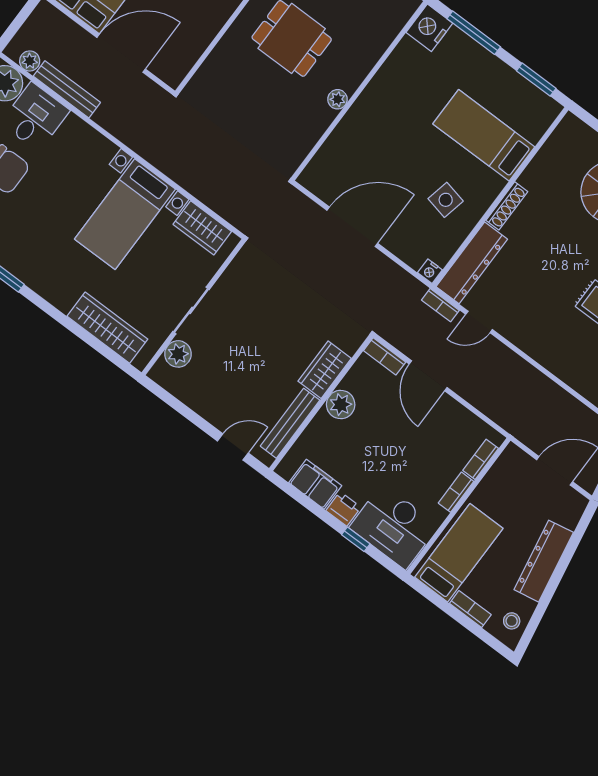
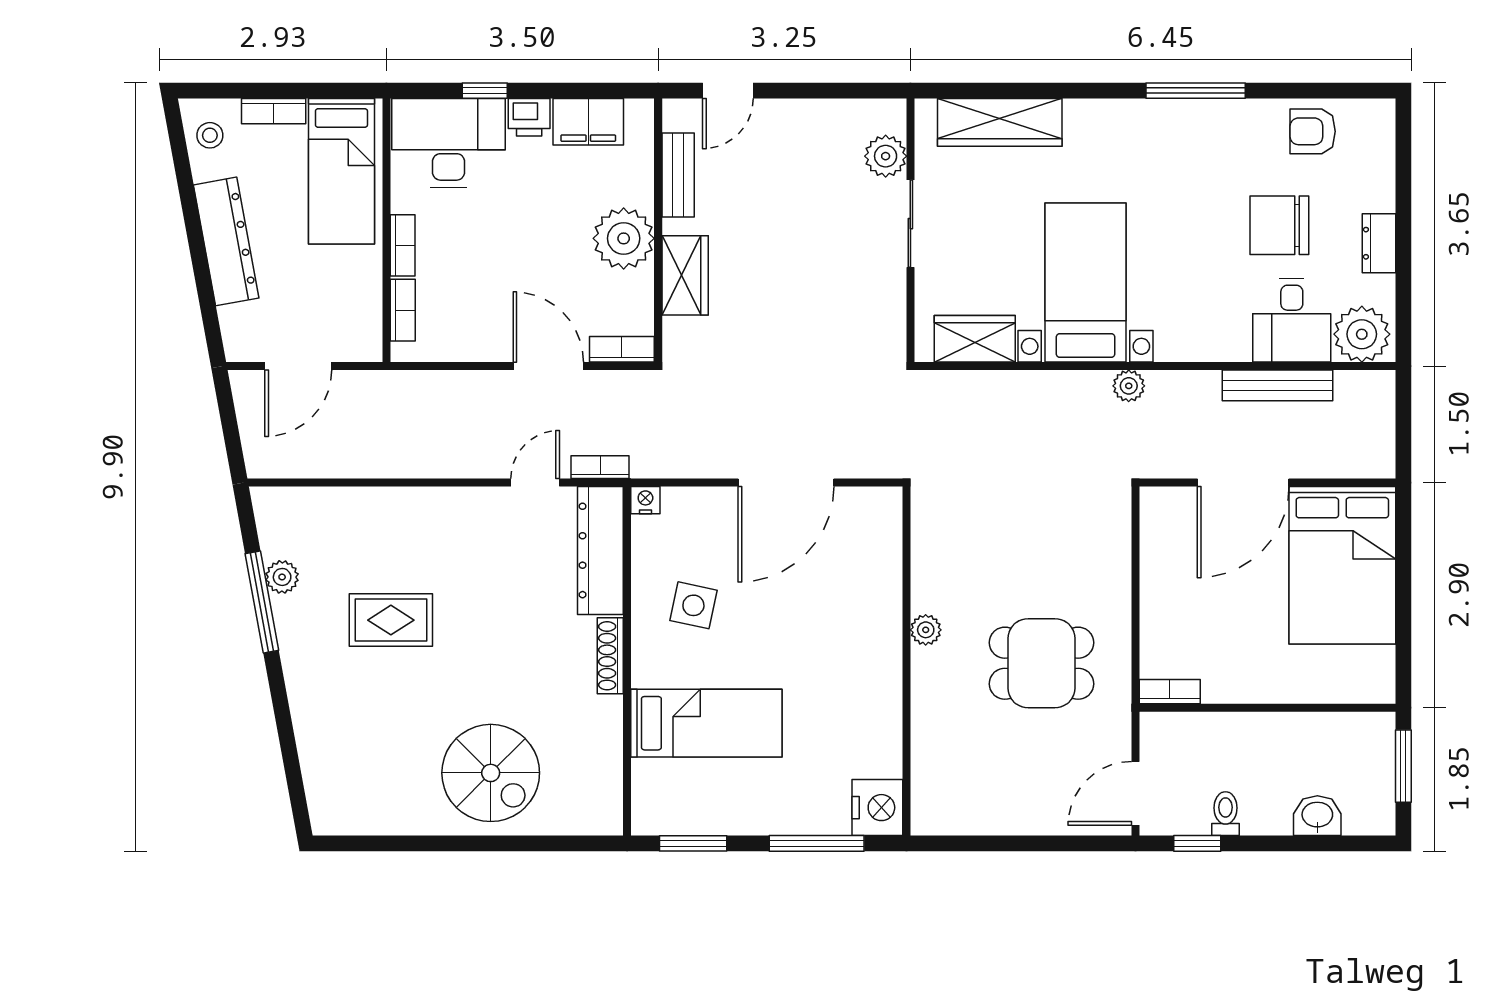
plant: (30, 61) -> (1129, 386), moved
plant: (341, 405) -> (624, 238), width x1.36, depth x1.36
bench: (290, 423) -> (678, 175), width x0.73

